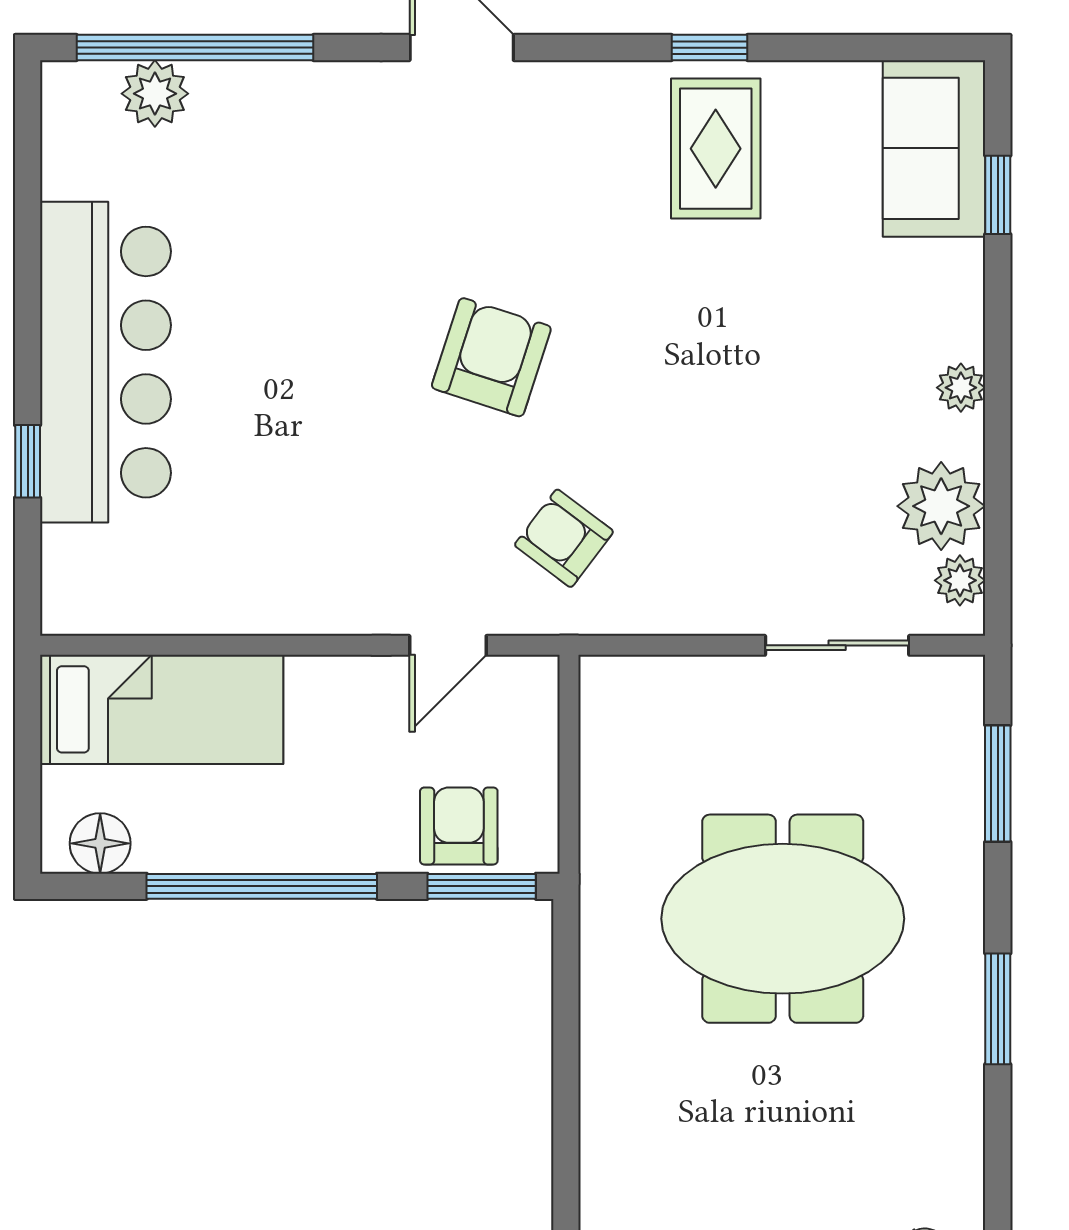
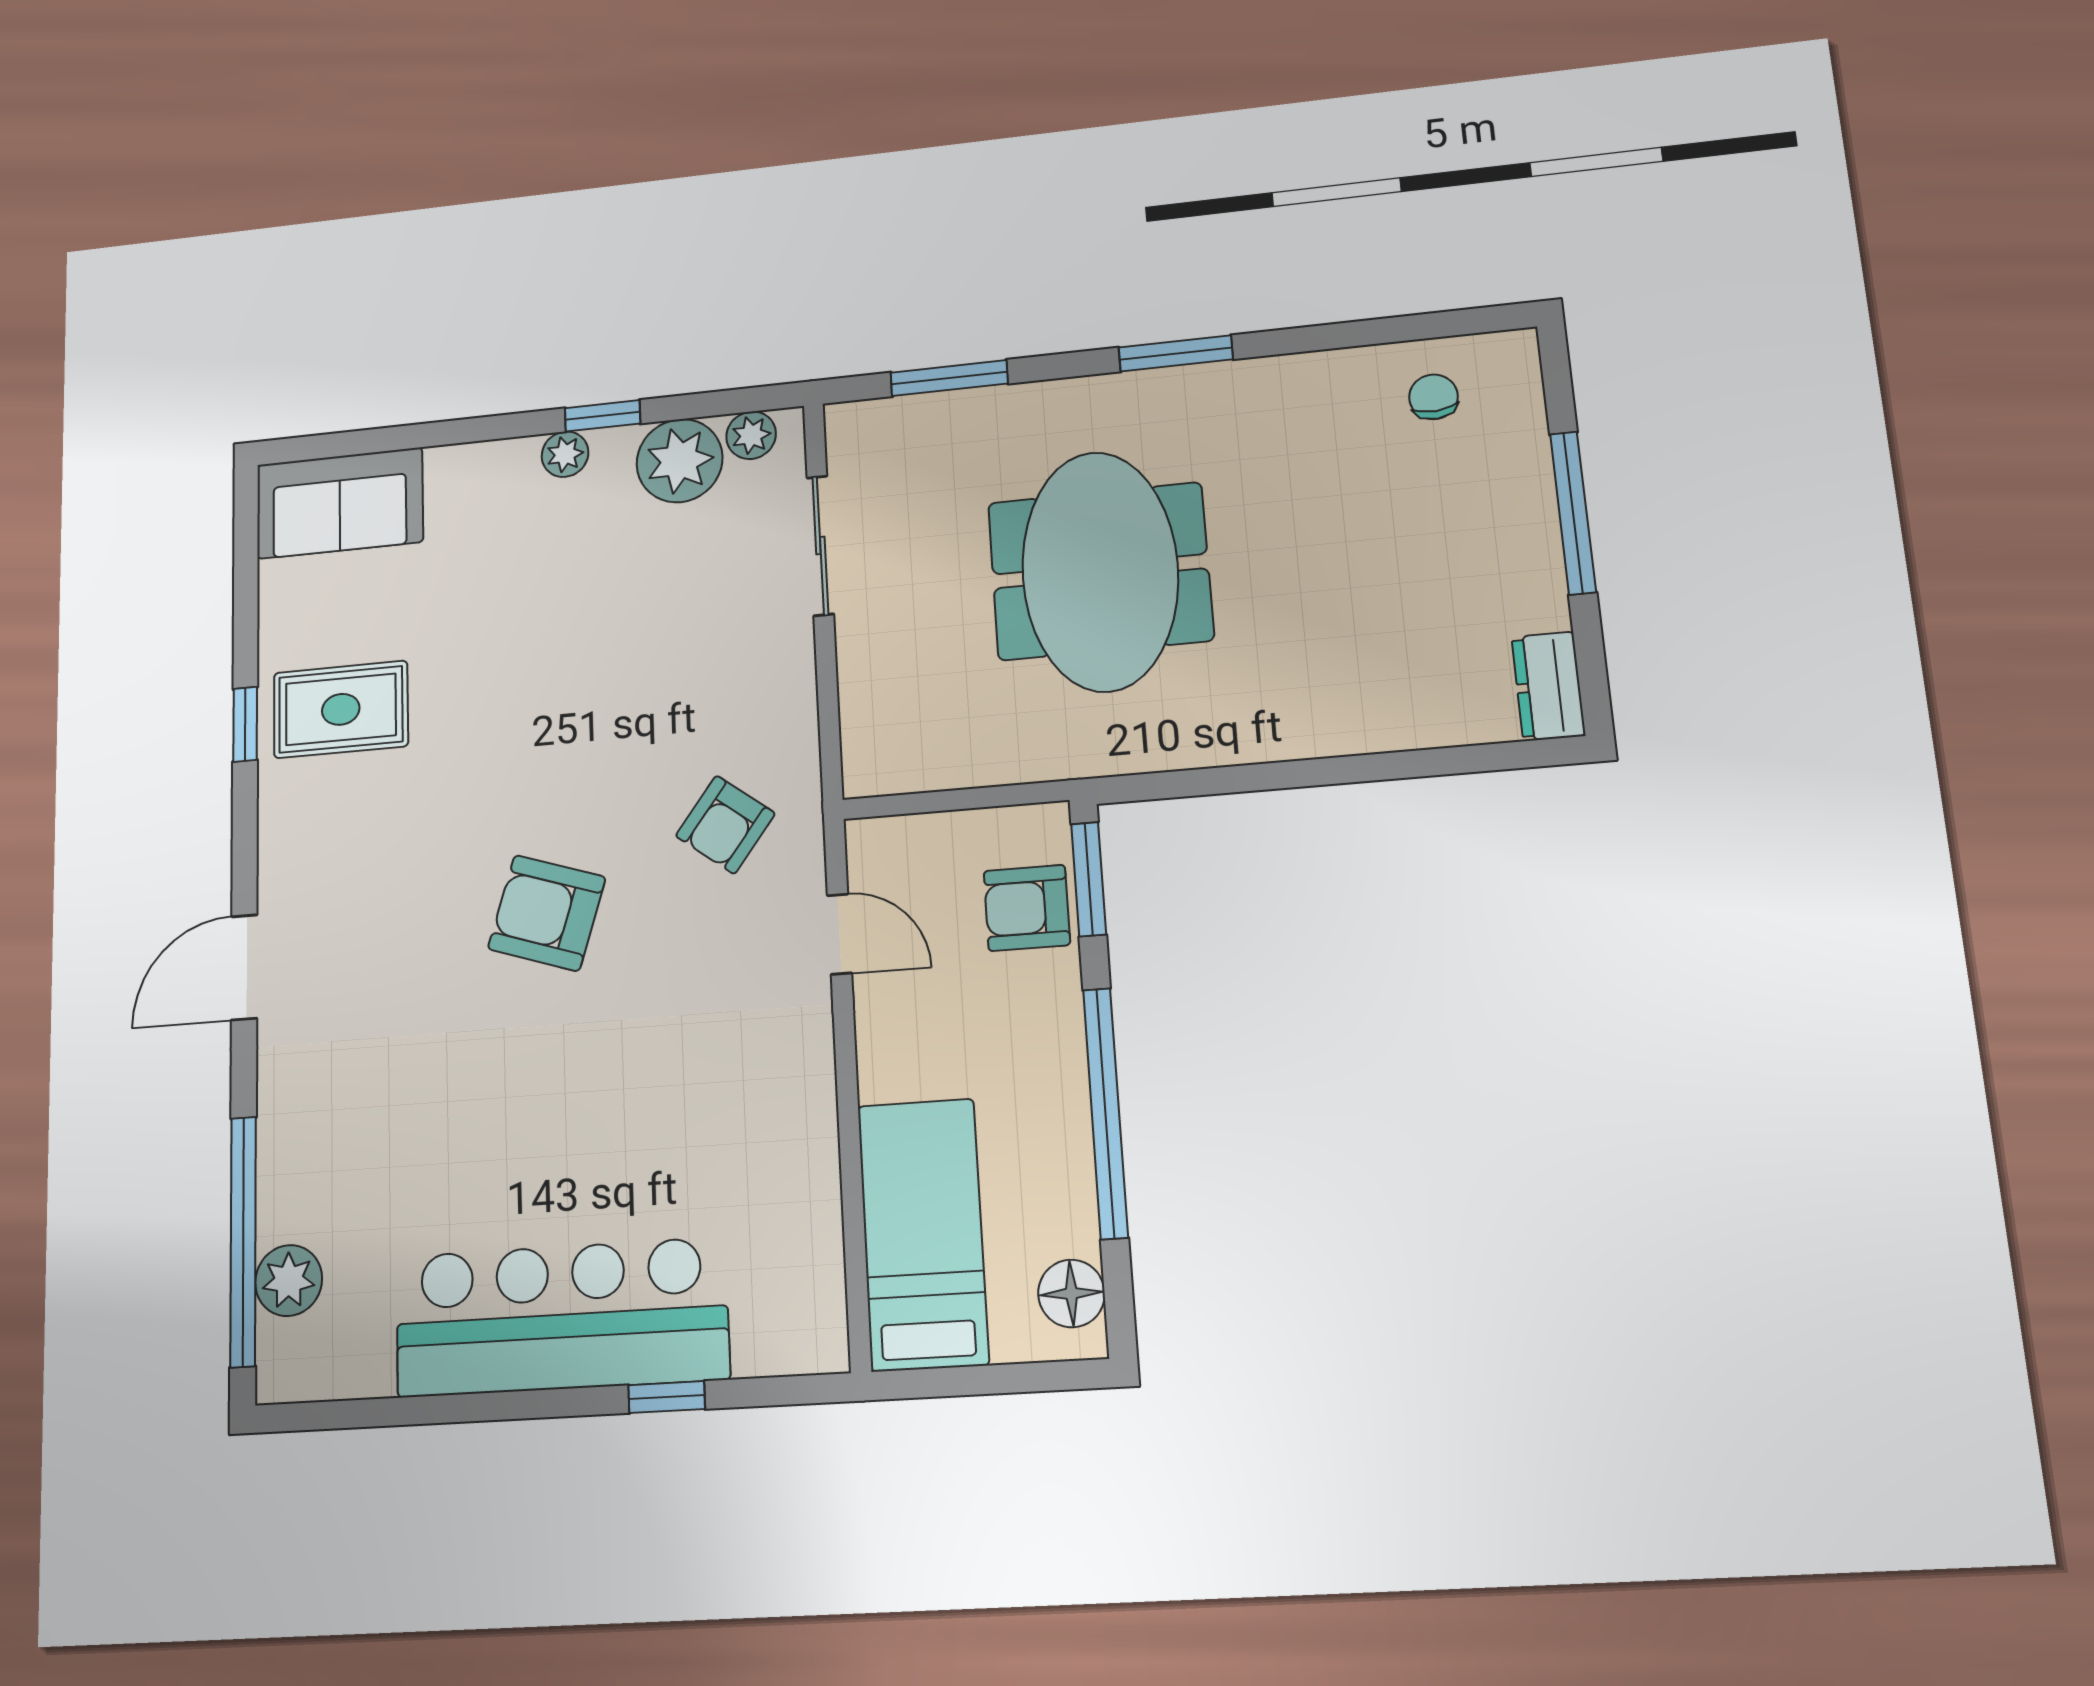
window: (998, 195) -> (602, 416), moved

